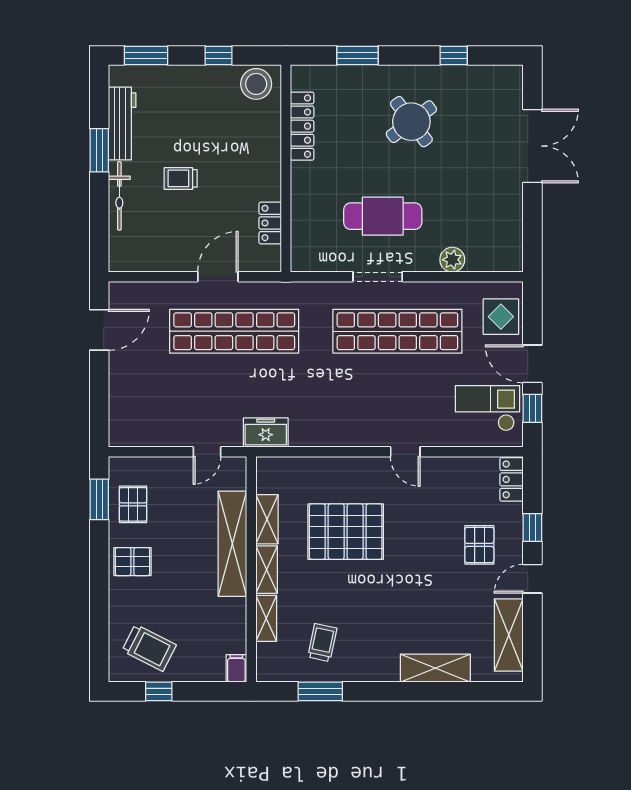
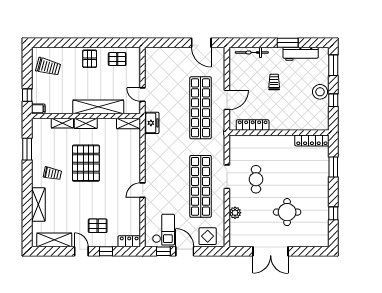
stool: (256, 84) -> (320, 92), moved
round table: (411, 122) -> (287, 212), moved, turned 37
locker: (302, 126) -> (312, 140), moved
double door: (532, 146) -> (271, 251), moved
bicycle: (119, 196) -> (252, 52), moved
cafe table: (383, 216) -> (256, 179), width x0.73, depth x0.74
locker: (270, 223) -> (253, 125), width x1.53
door: (218, 277) -> (227, 100), hinge flipped
door: (532, 364) -> (185, 251), hinge flipped
window: (99, 499) -> (120, 43), removed
shelving: (267, 519) -> (128, 124), moved
pallet: (346, 532) -> (86, 163), moved
trolley: (322, 643) -> (52, 173), moved
trolley: (149, 648) -> (48, 67), turned -102
window: (159, 691) -> (27, 95), moved

